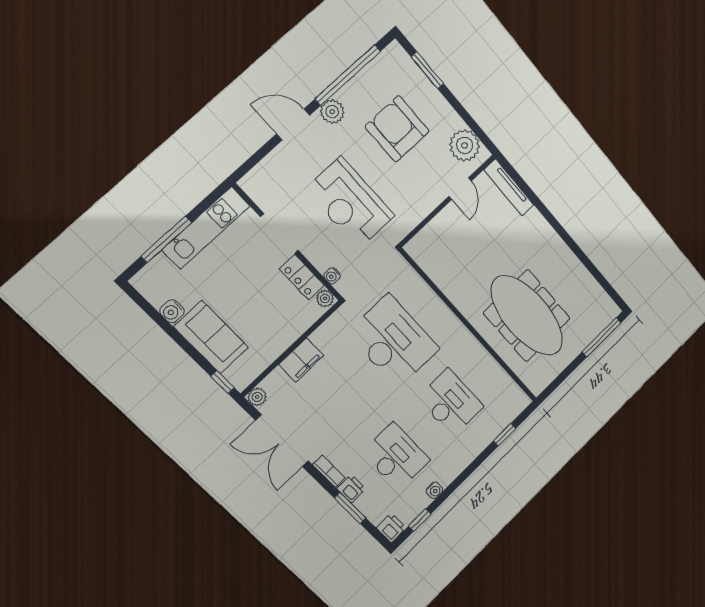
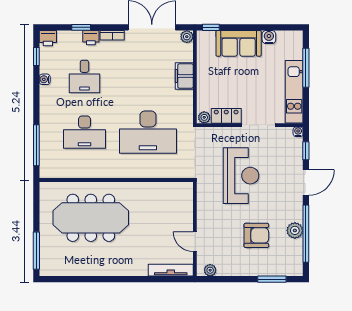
plant: (332, 112) -> (295, 230), moved
armchair: (397, 129) -> (256, 235), width x0.73, depth x0.73
plant: (465, 145) -> (210, 270), width x0.53, depth x0.53
window: (259, 156) -> (306, 151), added
reception desk: (350, 203) -> (241, 176), turned 90
water cooler: (332, 276) -> (298, 132), moved
window: (505, 435) -> (36, 145), width x2.17
desk: (396, 456) -> (84, 76), width x0.73
window: (350, 508) -> (81, 27), width x0.67

